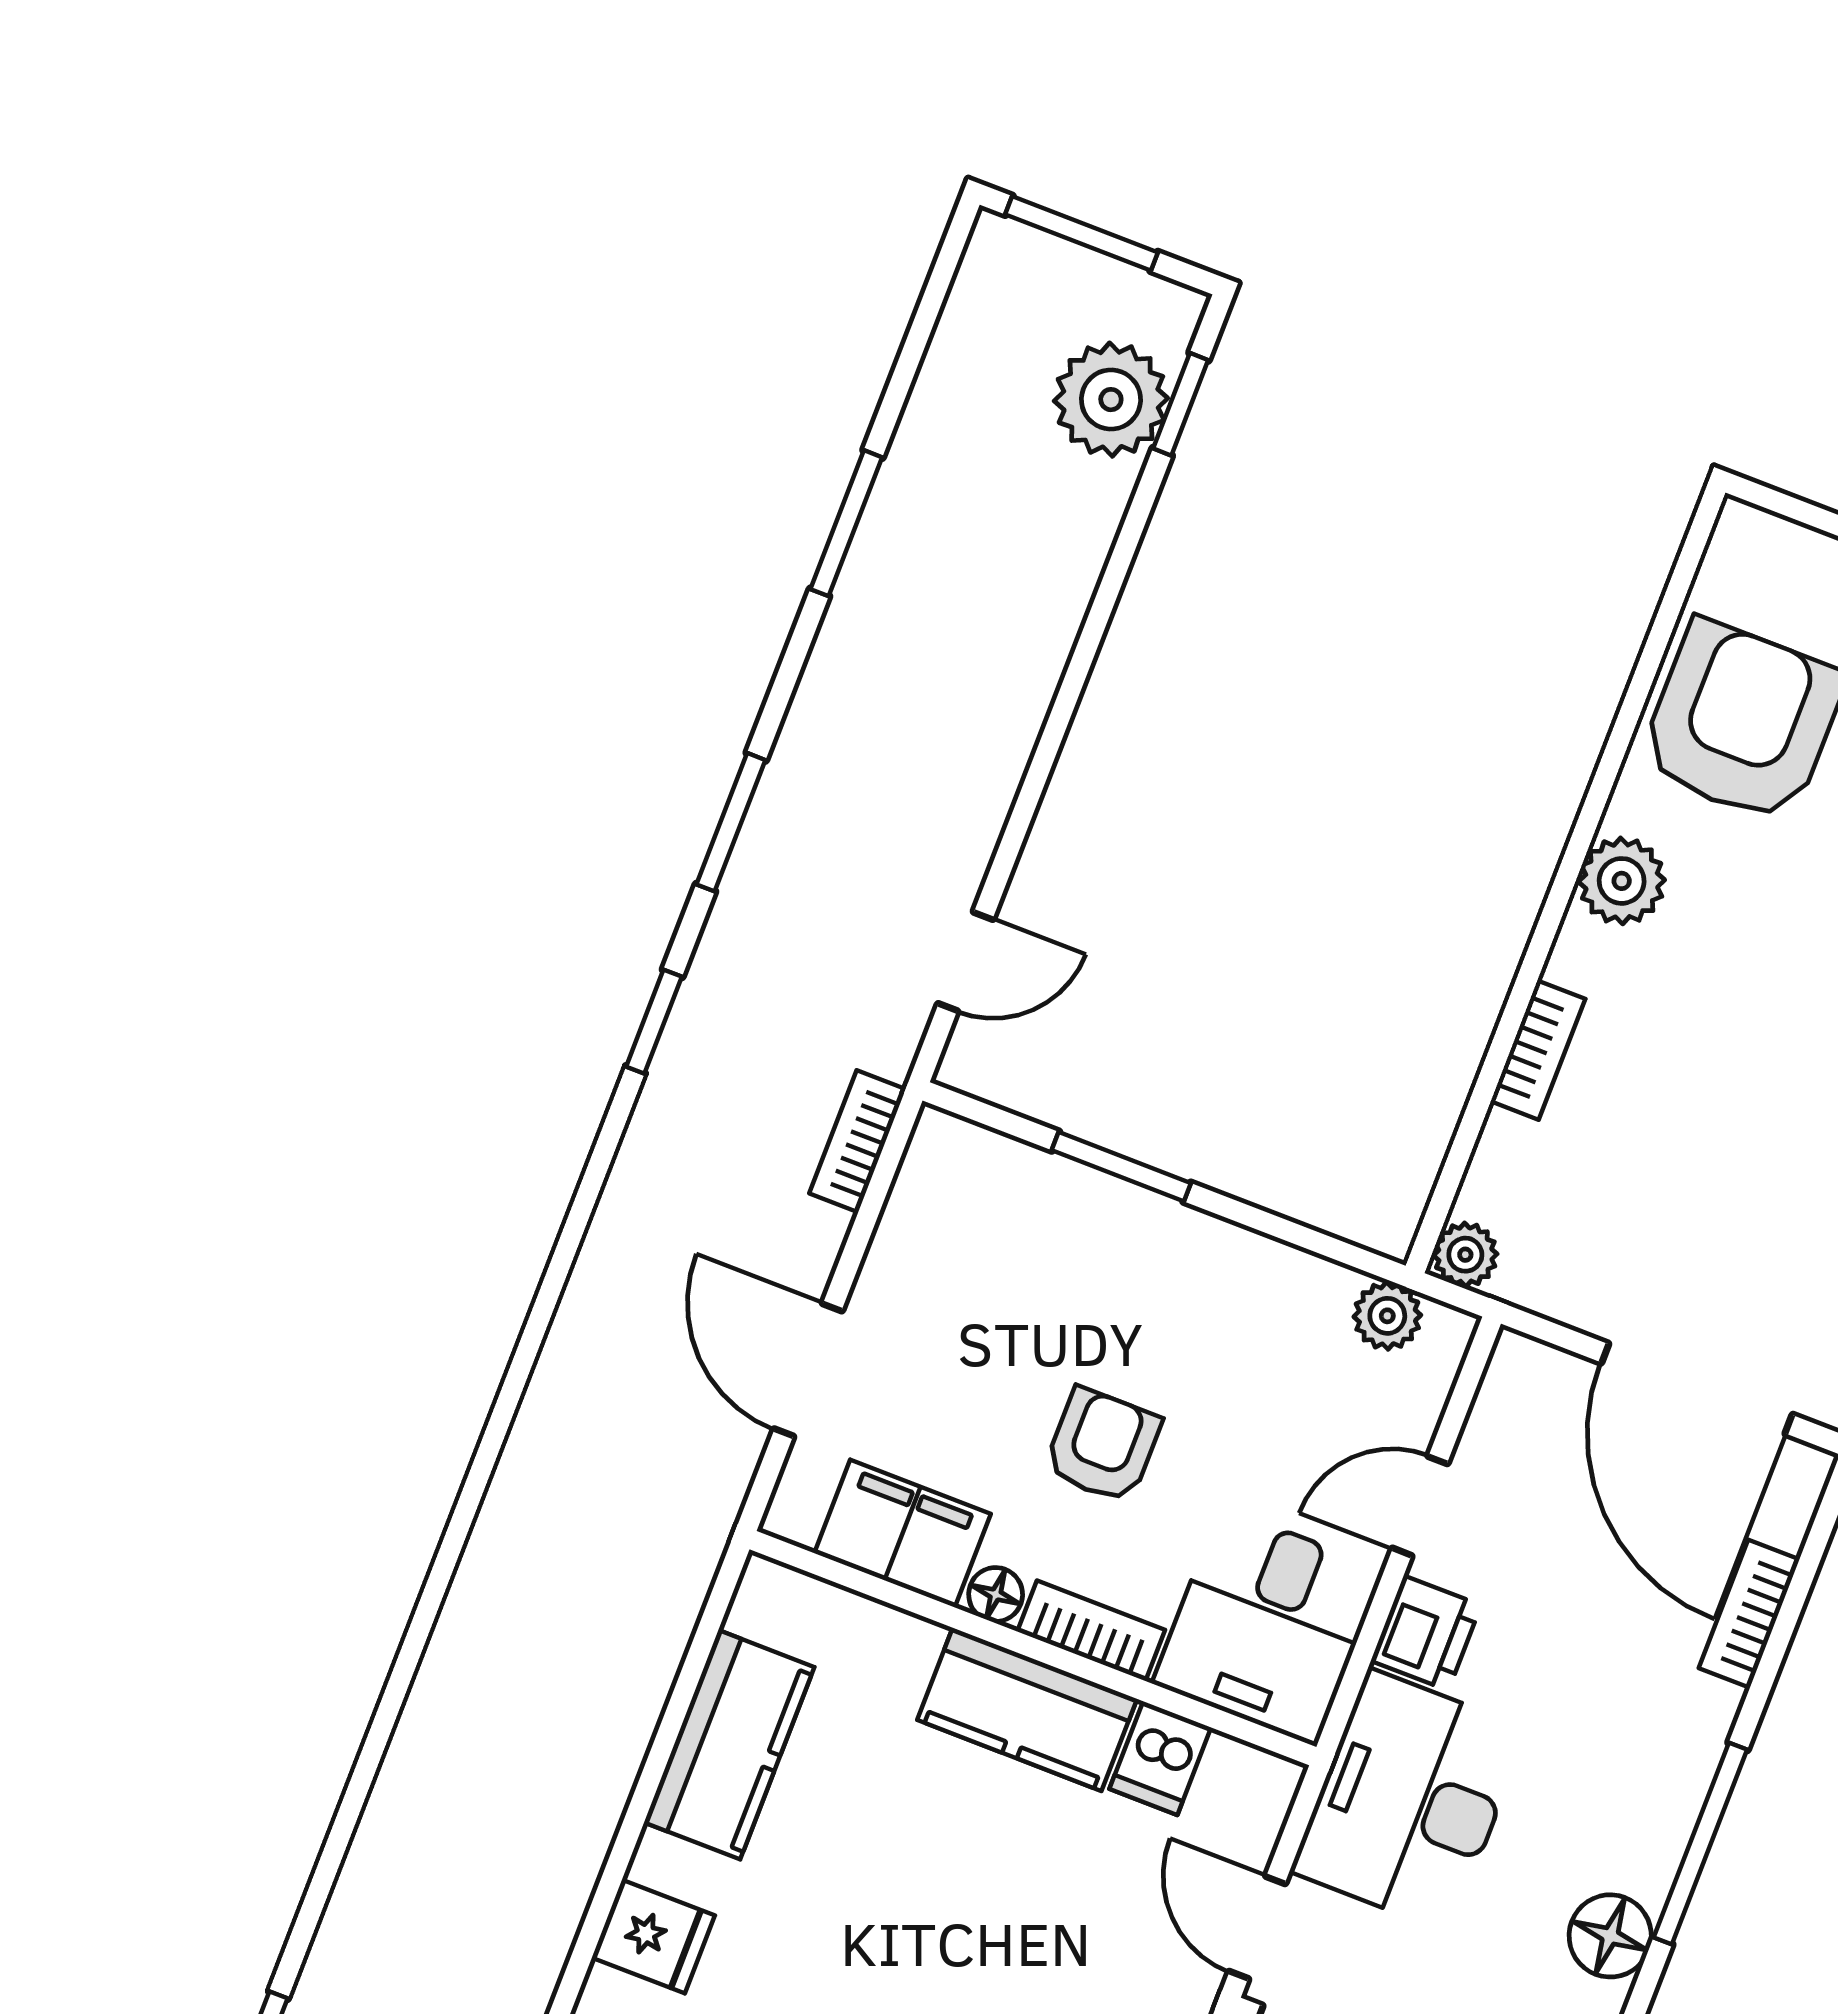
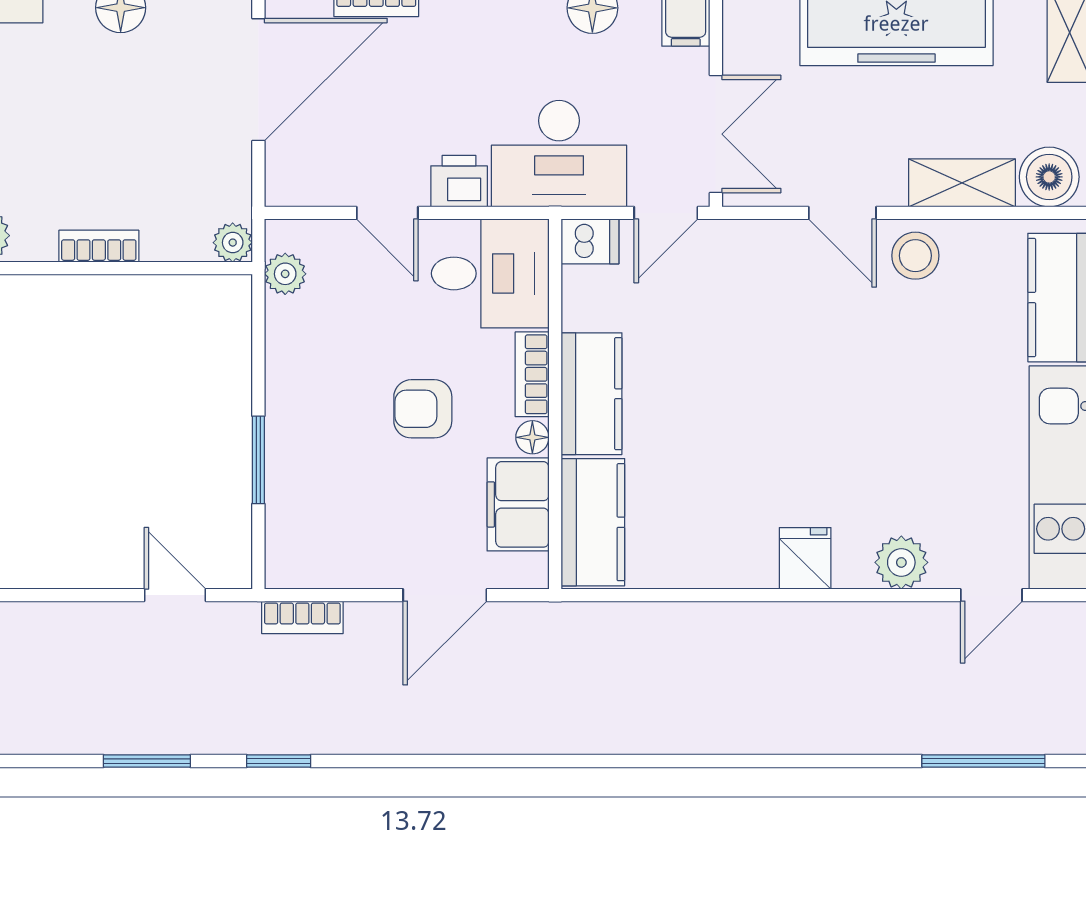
kitchen counter: (729, 1745) -> (593, 522), moved, turned 90
dishwasher: (1160, 1758) -> (590, 241), moved

